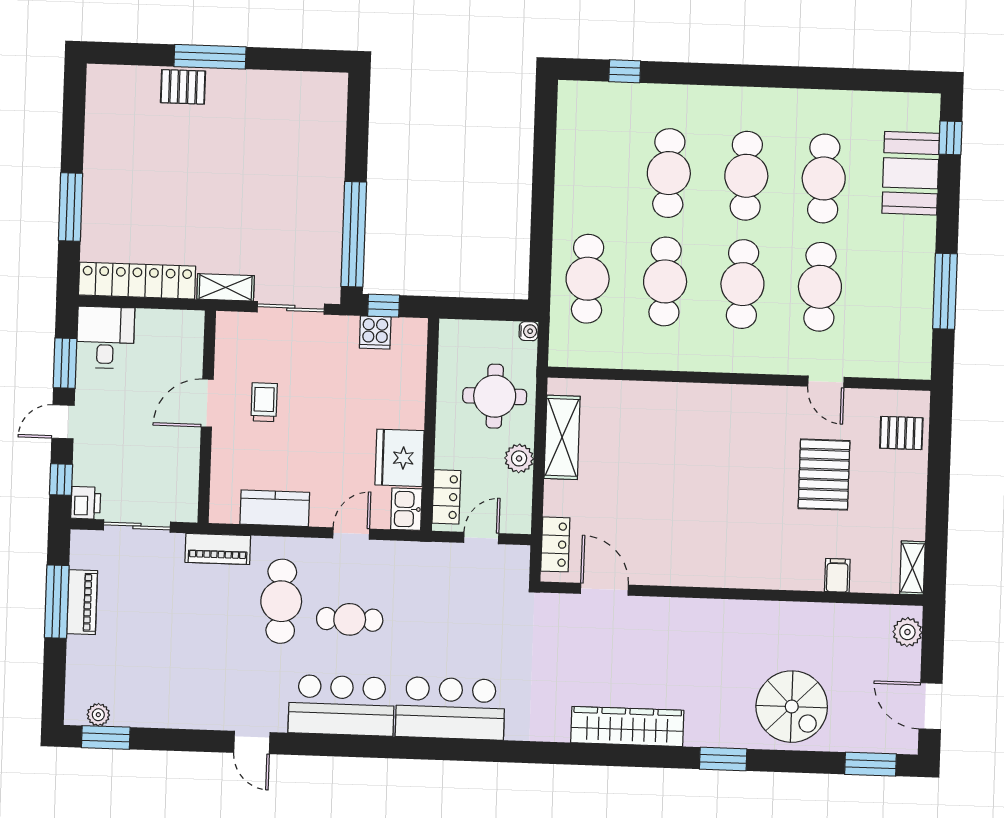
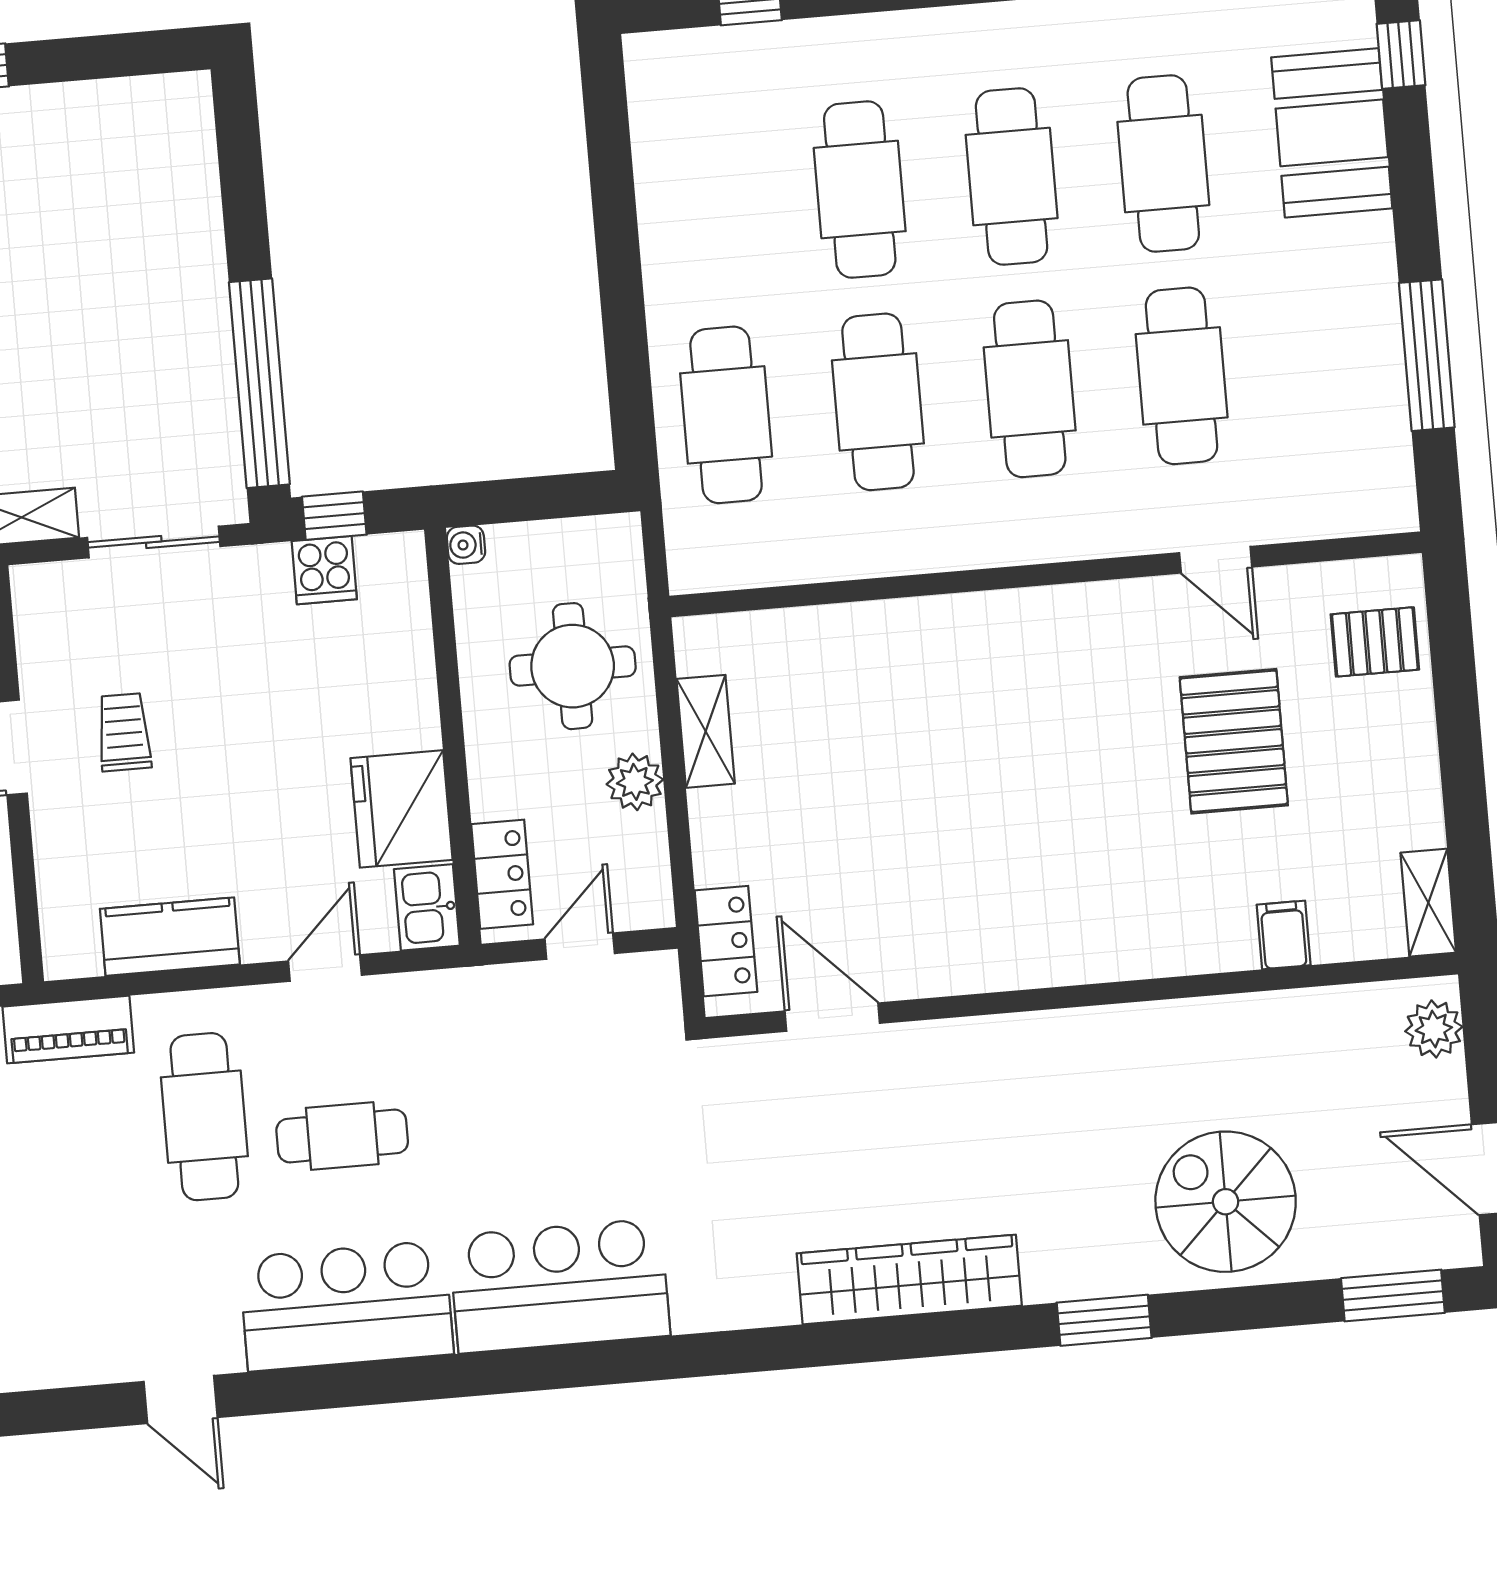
water cooler: (529, 331) -> (466, 545), moved, turned 180
shelving: (562, 437) -> (706, 731), width x0.67, depth x0.75
spiral stairs: (792, 707) -> (1226, 1202), turned 180

